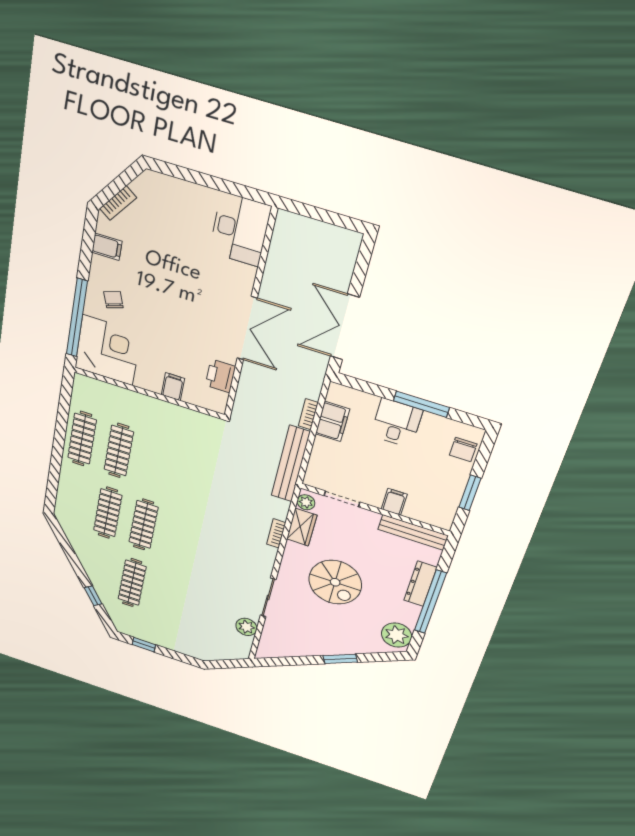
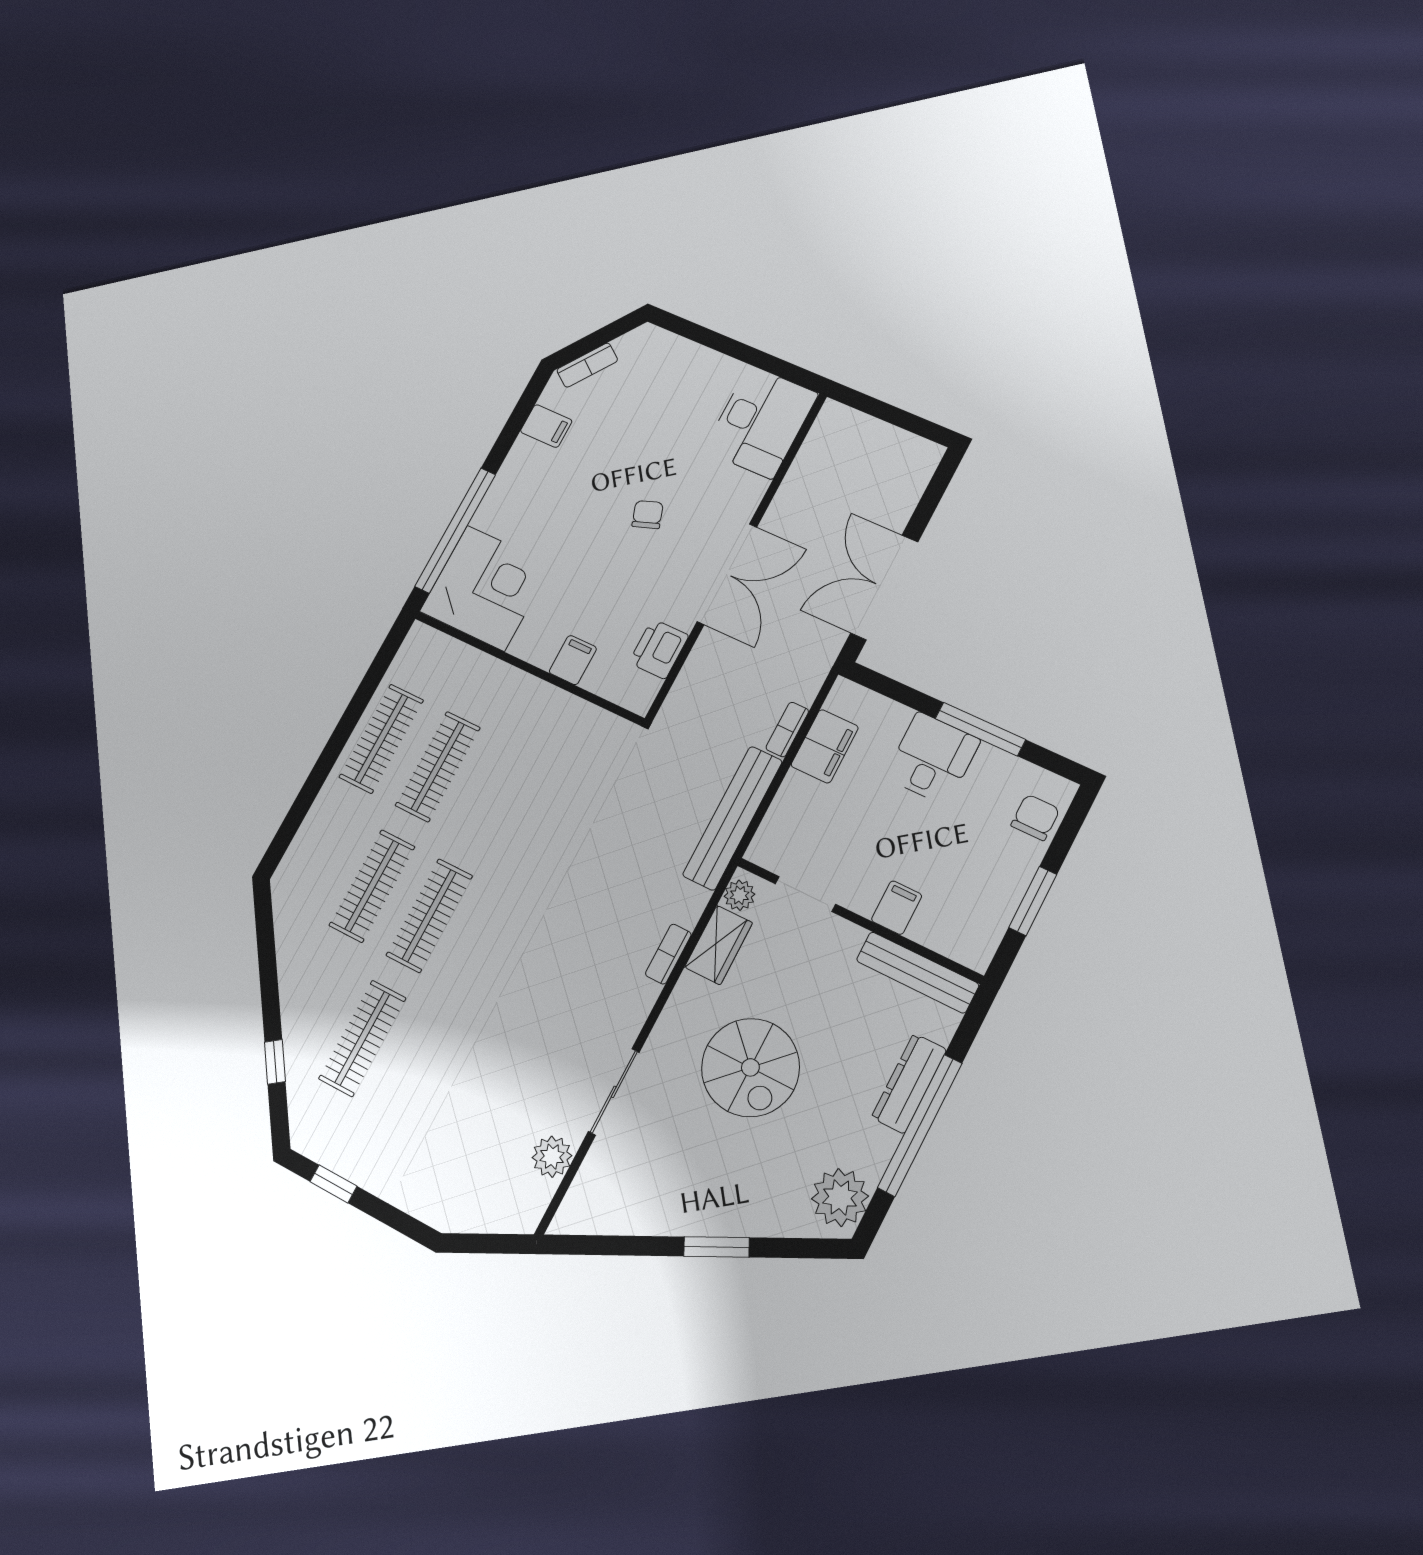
chair: (113, 300) -> (648, 515), moved
chair: (463, 449) -> (1035, 817), turned 180

